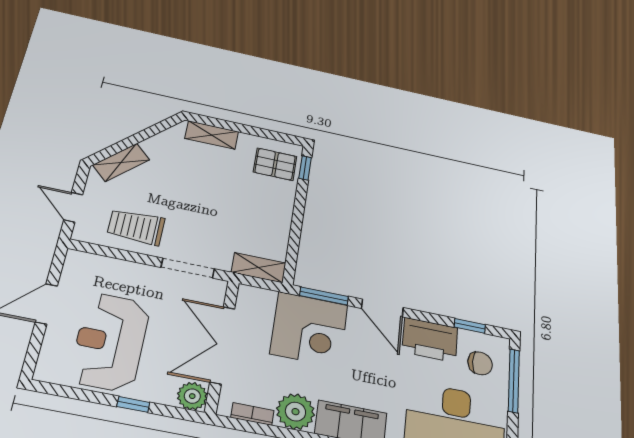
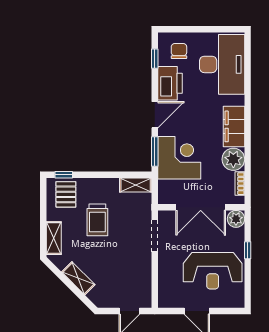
shelving: (121, 162) -> (78, 278), moved
trolley: (136, 227) -> (97, 220), moved
shelving: (259, 268) -> (136, 185), moved, turned 90
window: (514, 381) -> (186, 29), removed

